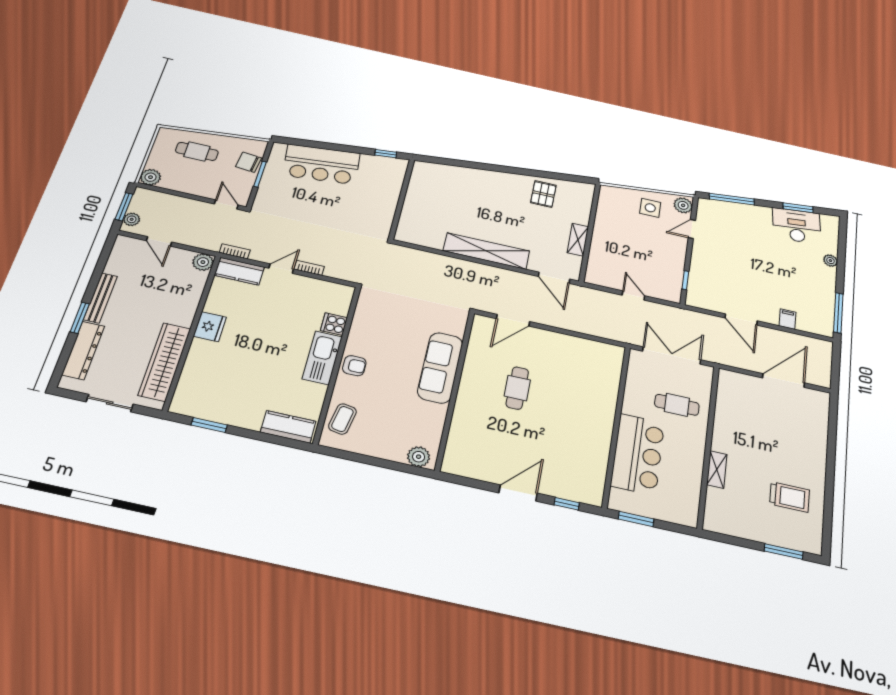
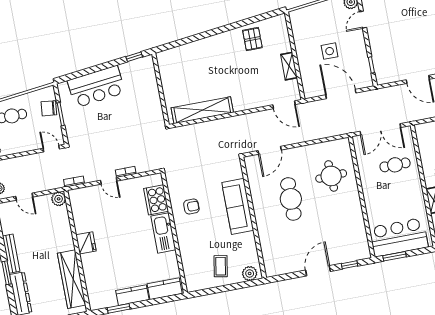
side table: (650, 208) -> (330, 51), moved
shelving: (486, 251) -> (202, 110), moved
door: (281, 269) -> (109, 181), swing flipped
kitchen counter: (239, 271) -> (132, 295), moved, turned 180
door: (633, 295) -> (341, 94), width x1.87
cooker: (334, 324) -> (156, 200), width x1.87, depth x1.31
double door: (672, 355) -> (380, 129), swing flipped
armchair: (354, 366) -> (191, 207), moved
round table: (584, 383) -> (331, 176), added
cafe table: (517, 388) -> (291, 199), width x1.37, depth x1.35
coffee table: (342, 419) -> (221, 266), moved
bar counter: (638, 454) -> (399, 237), moved, turned -90

